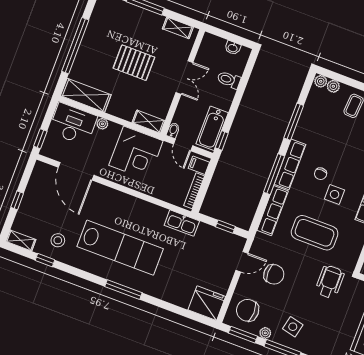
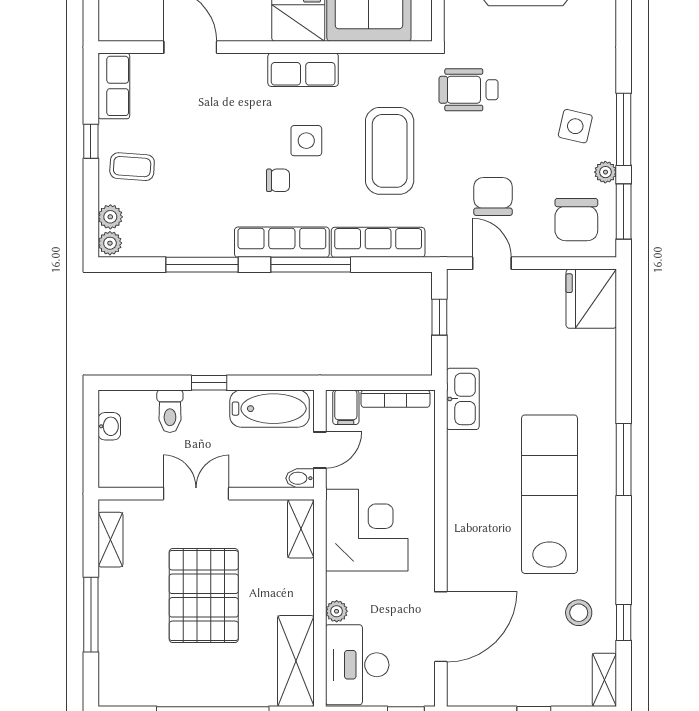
pallet: (134, 63) -> (204, 596), width x1.37, depth x1.41
window: (222, 140) -> (209, 383), moved

